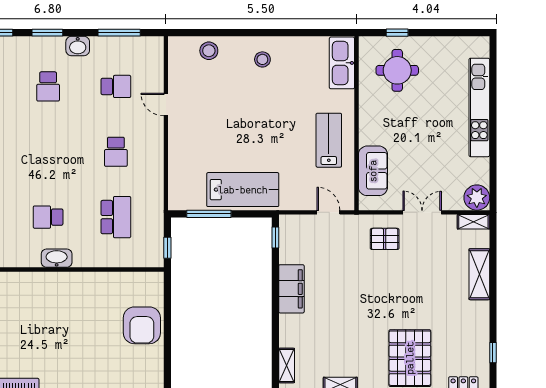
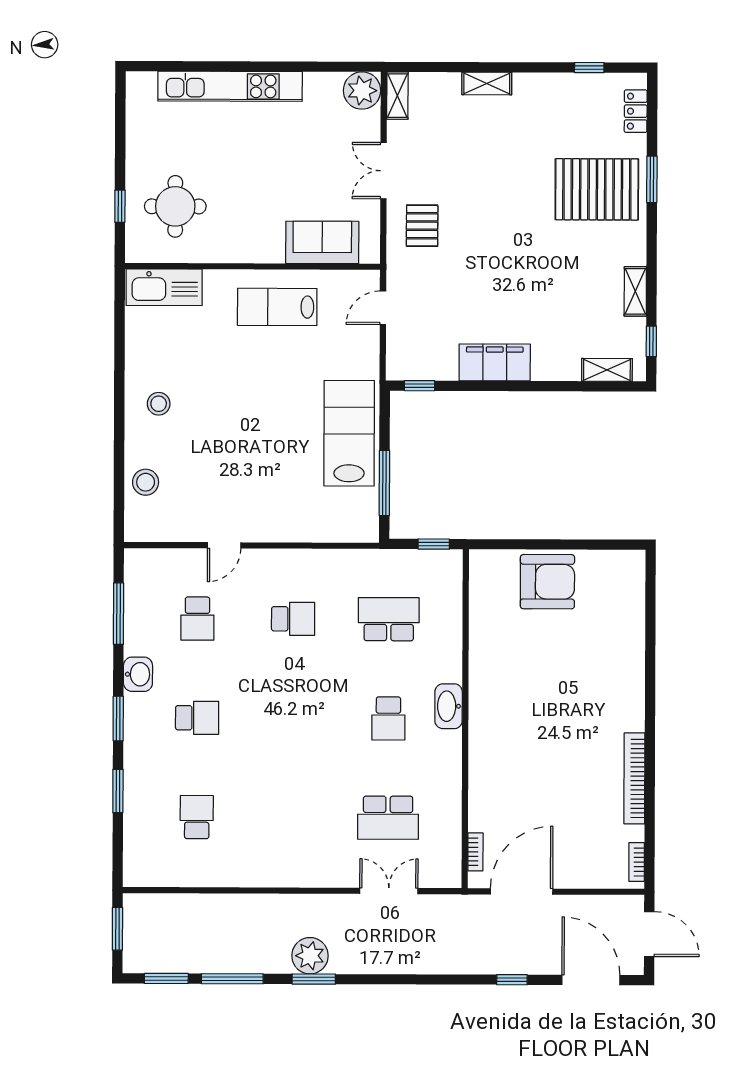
school desk: (116, 86) -> (197, 619), turned 180
shelving: (479, 274) -> (487, 83), width x0.67, depth x0.75

